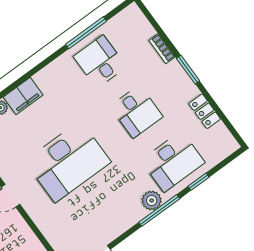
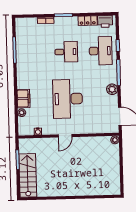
desk: (100, 62) -> (32, 53), removed
printer: (221, 138) -> (105, 21), added
desk: (68, 162) -> (68, 99), turned 180
plant: (152, 200) -> (112, 89), moved

